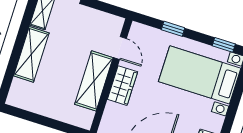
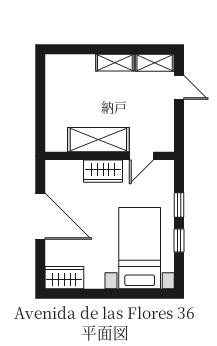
window: (224, 45) -> (179, 241), moved
shelving: (31, 54) -> (115, 63), width x0.67, depth x0.75

